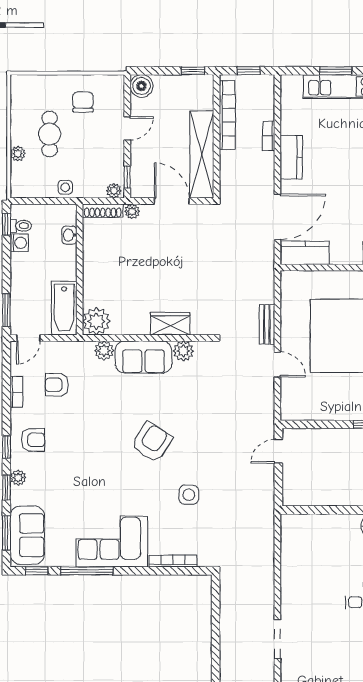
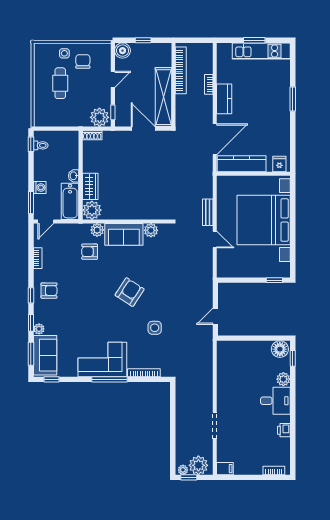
window: (193, 71) -> (143, 40), moved
window: (249, 71) -> (195, 40), removed
plant: (18, 154) -> (39, 97), removed
side table: (65, 187) -> (64, 53), moved
plant: (114, 191) -> (99, 117), width x1.87, depth x1.87
shoe rack: (103, 211) -> (92, 135), width x0.70
plant: (132, 211) -> (116, 136), removed
washbasin: (69, 235) -> (74, 176), moved
washing machine: (19, 243) -> (40, 188), moved
kitchen counter: (305, 253) -> (242, 164), width x1.50
wardrobe: (170, 324) -> (90, 186), moved, turned 90
armchair: (57, 385) -> (90, 252), moved
door: (278, 451) -> (215, 316), moved
plant: (18, 478) -> (39, 329), moved
window: (87, 571) -> (110, 379), moved

